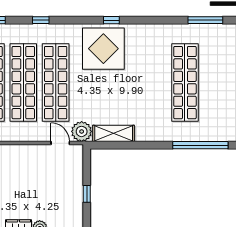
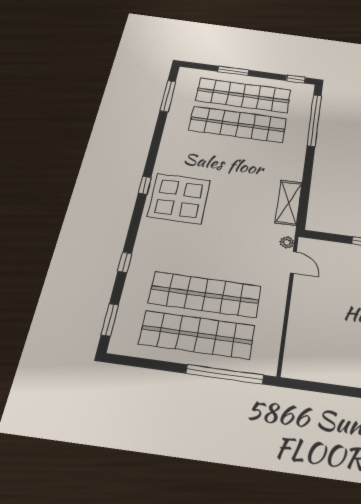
shop shelf: (56, 83) -> (243, 95), moved
plant: (82, 131) -> (287, 242), width x0.53, depth x0.53
door: (60, 143) -> (293, 262), swing flipped

